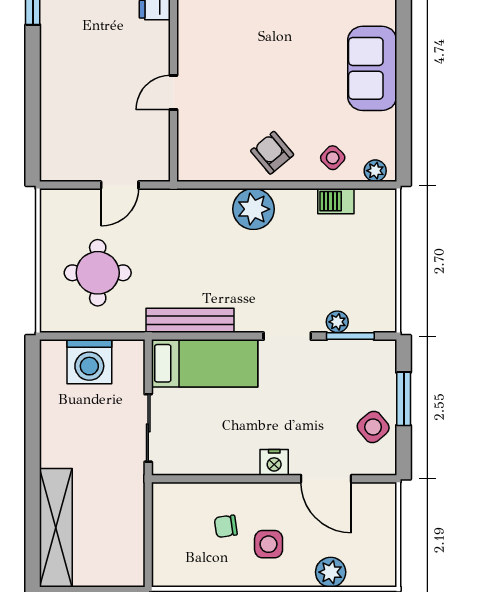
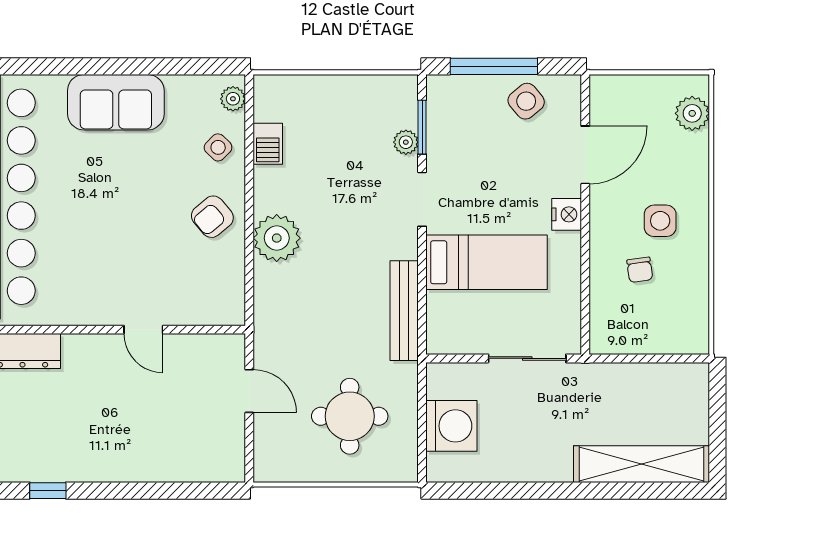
bed: (205, 363) -> (487, 262), moved, turned 90
window: (404, 399) -> (494, 66), width x1.44
plant: (331, 572) -> (692, 113), moved

